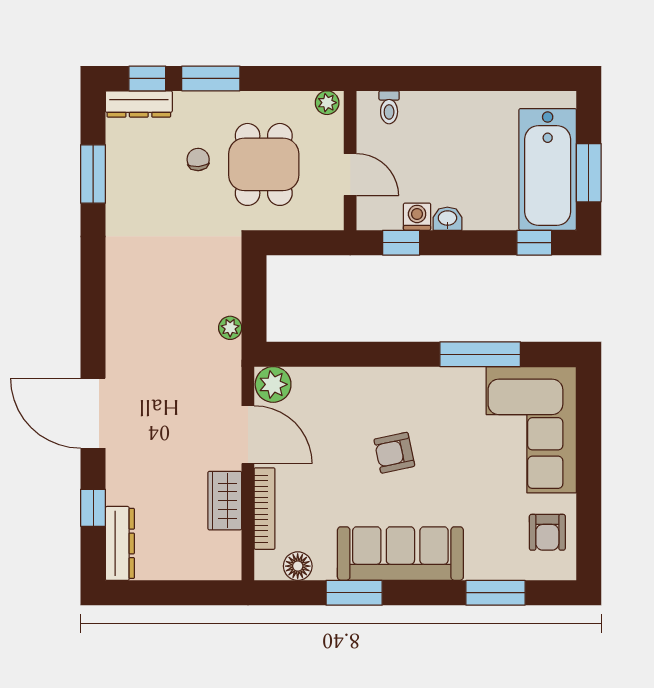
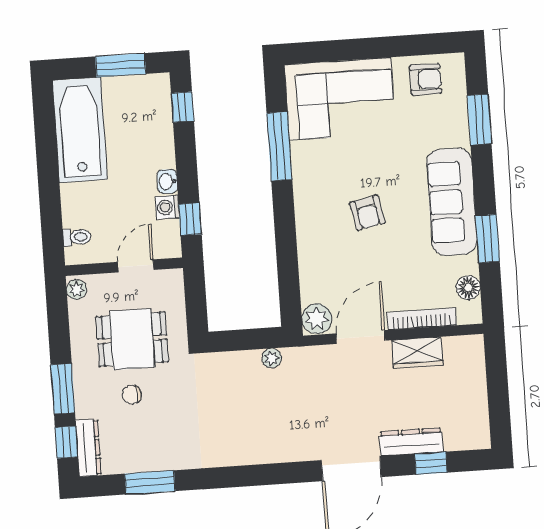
bathtub: (548, 169) -> (80, 130), moved, turned -90
dresser: (120, 543) -> (411, 442), moved

